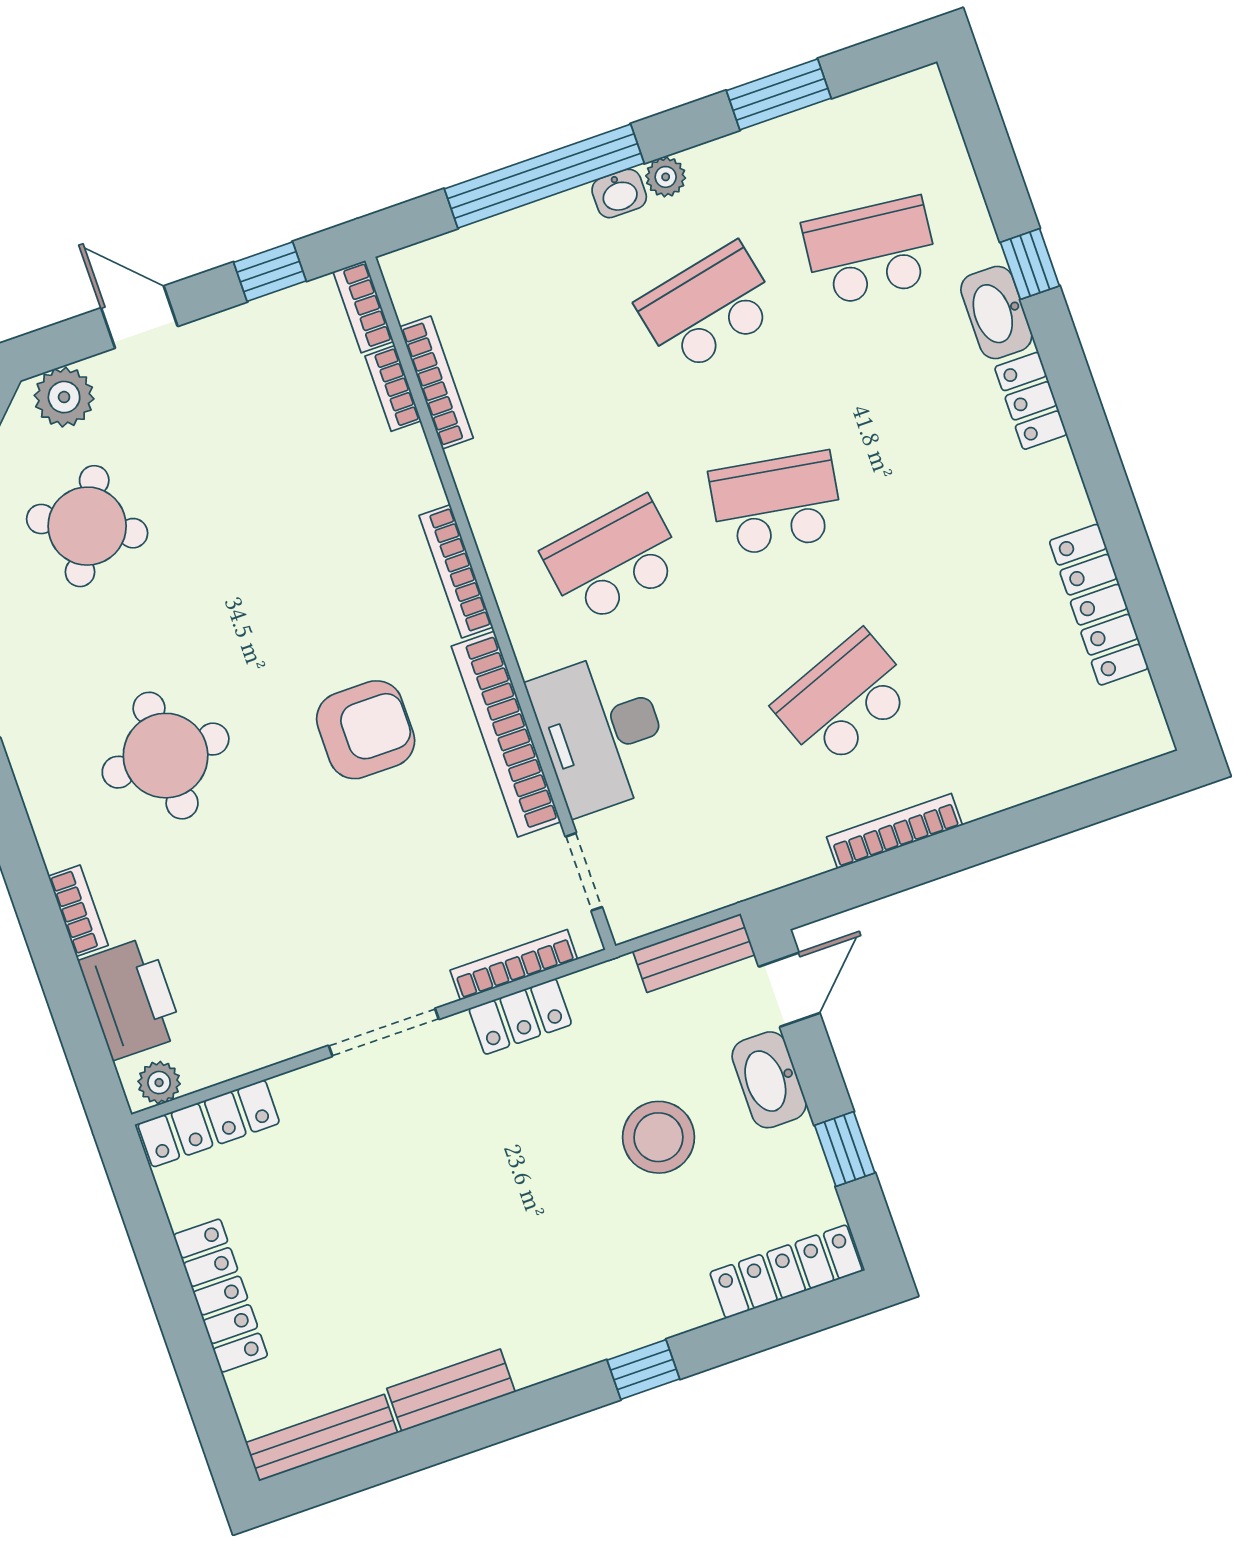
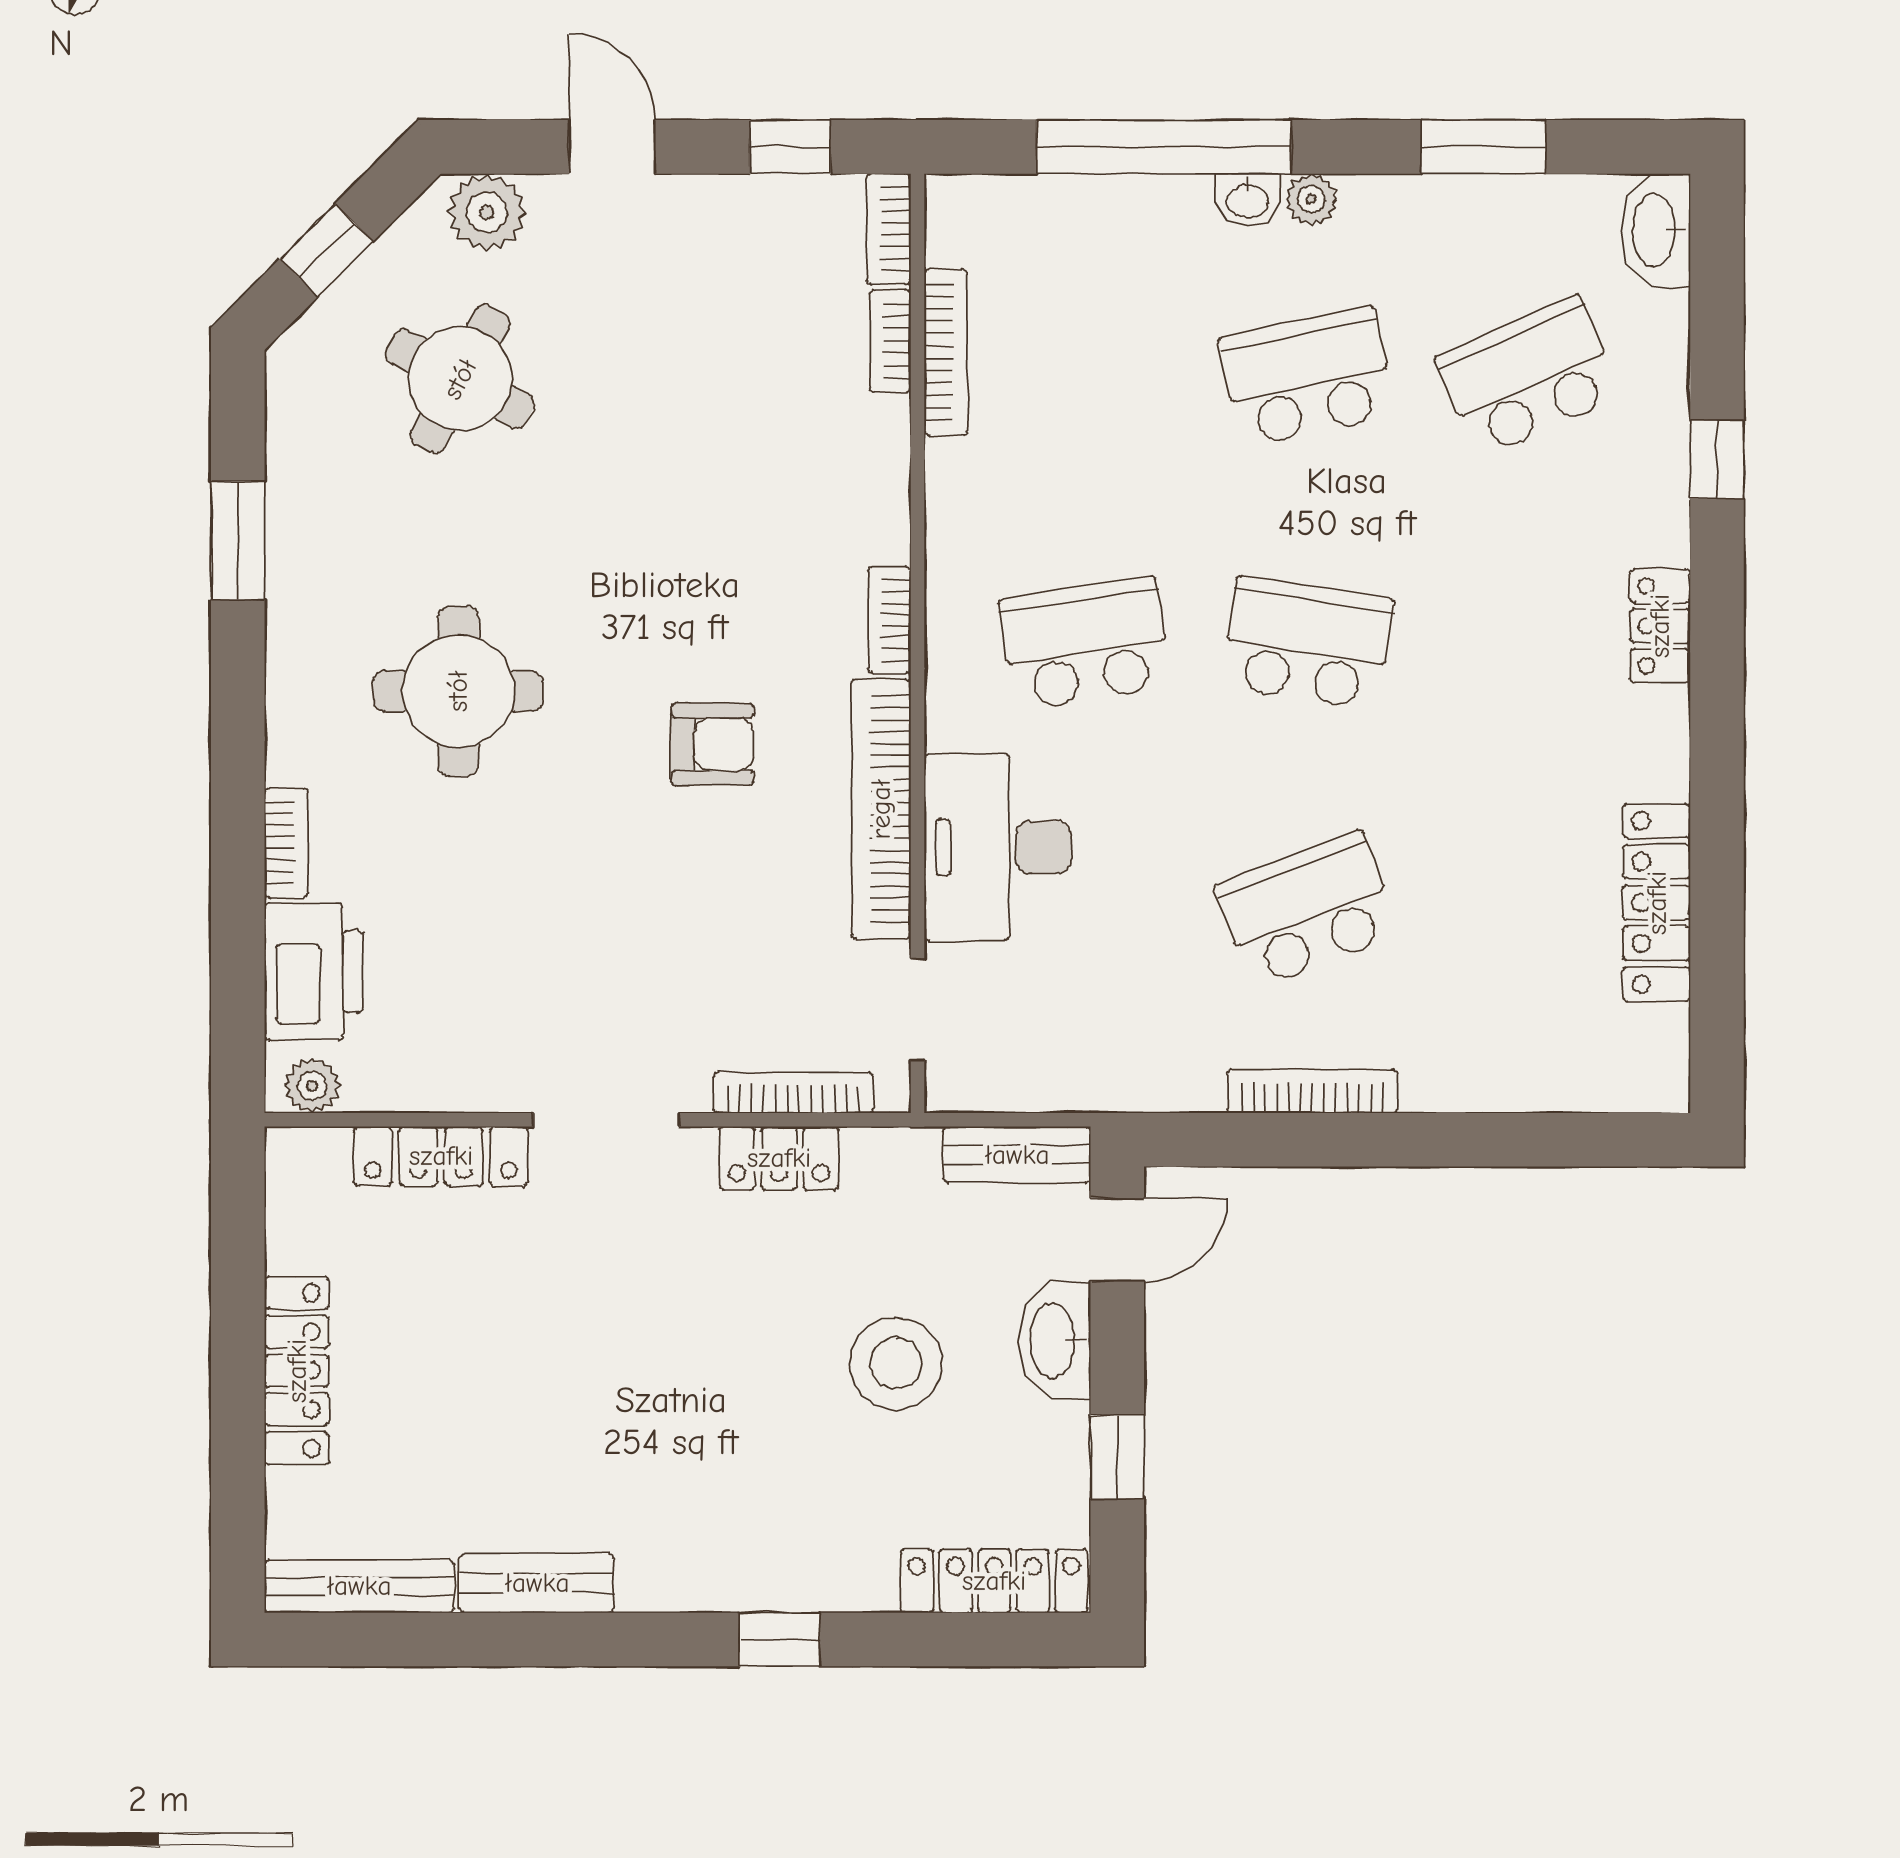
school desk: (871, 251) -> (1529, 377), turned -30
washbasin: (996, 312) -> (1656, 230), moved
bookcase: (456, 571) -> (889, 620), width x0.64
armchair: (366, 730) -> (712, 744), width x0.72, depth x0.72
locker: (209, 1123) -> (441, 1156), moved

